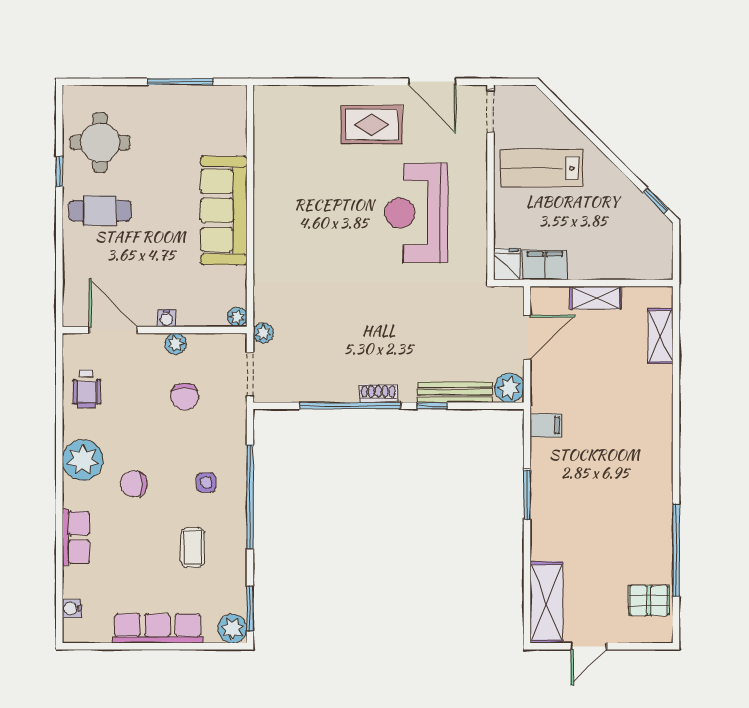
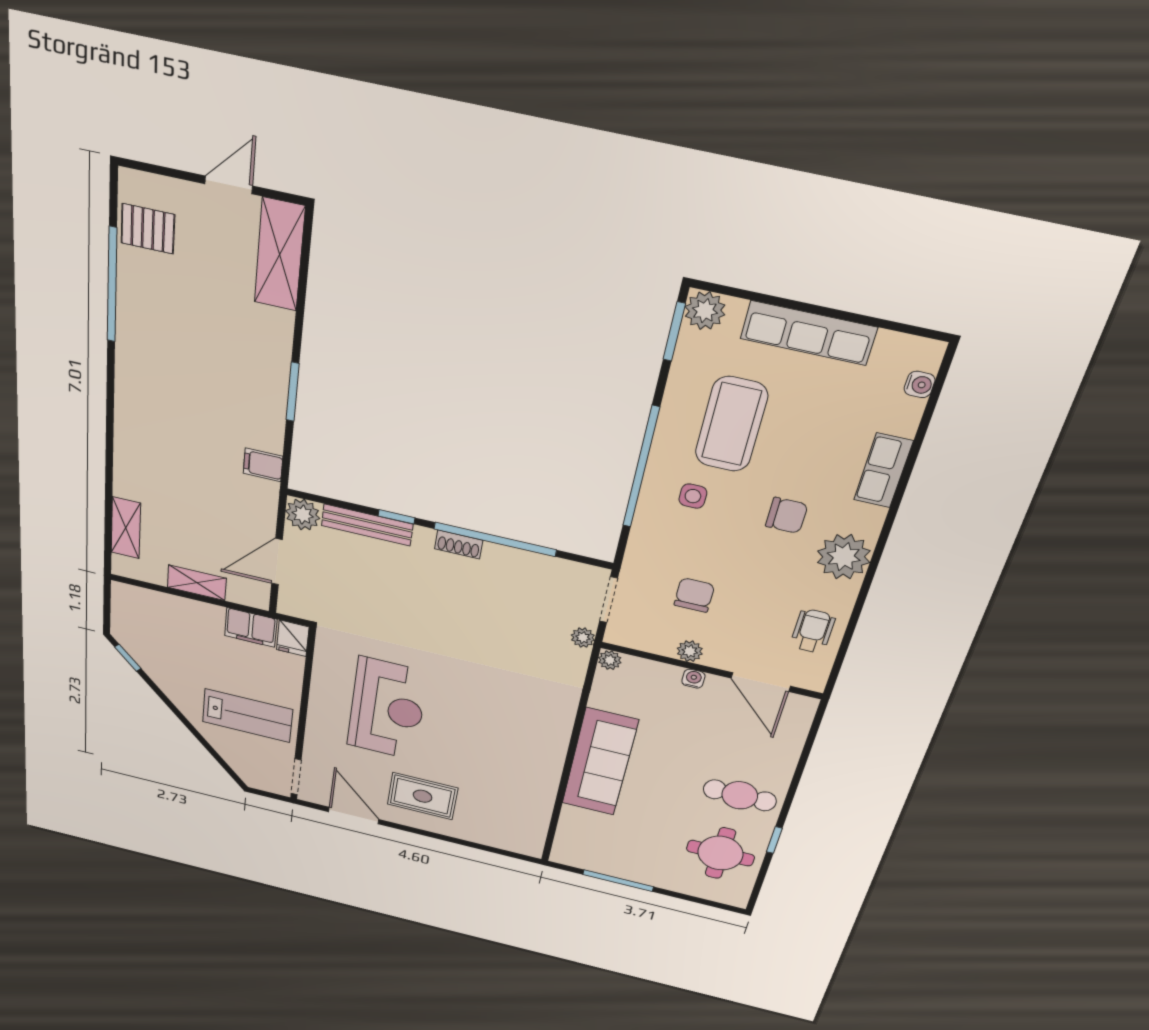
coffee table: (193, 547) -> (731, 424), width x1.86, depth x1.72

